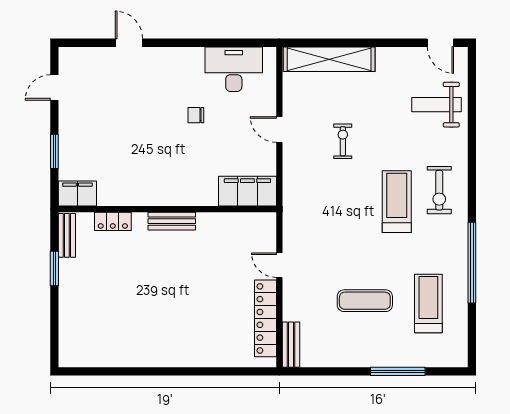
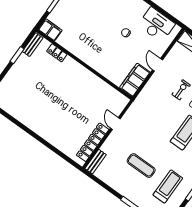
filing cabinet: (247, 191) -> (135, 80), moved, turned -90
bench: (172, 221) -> (82, 71), removed

